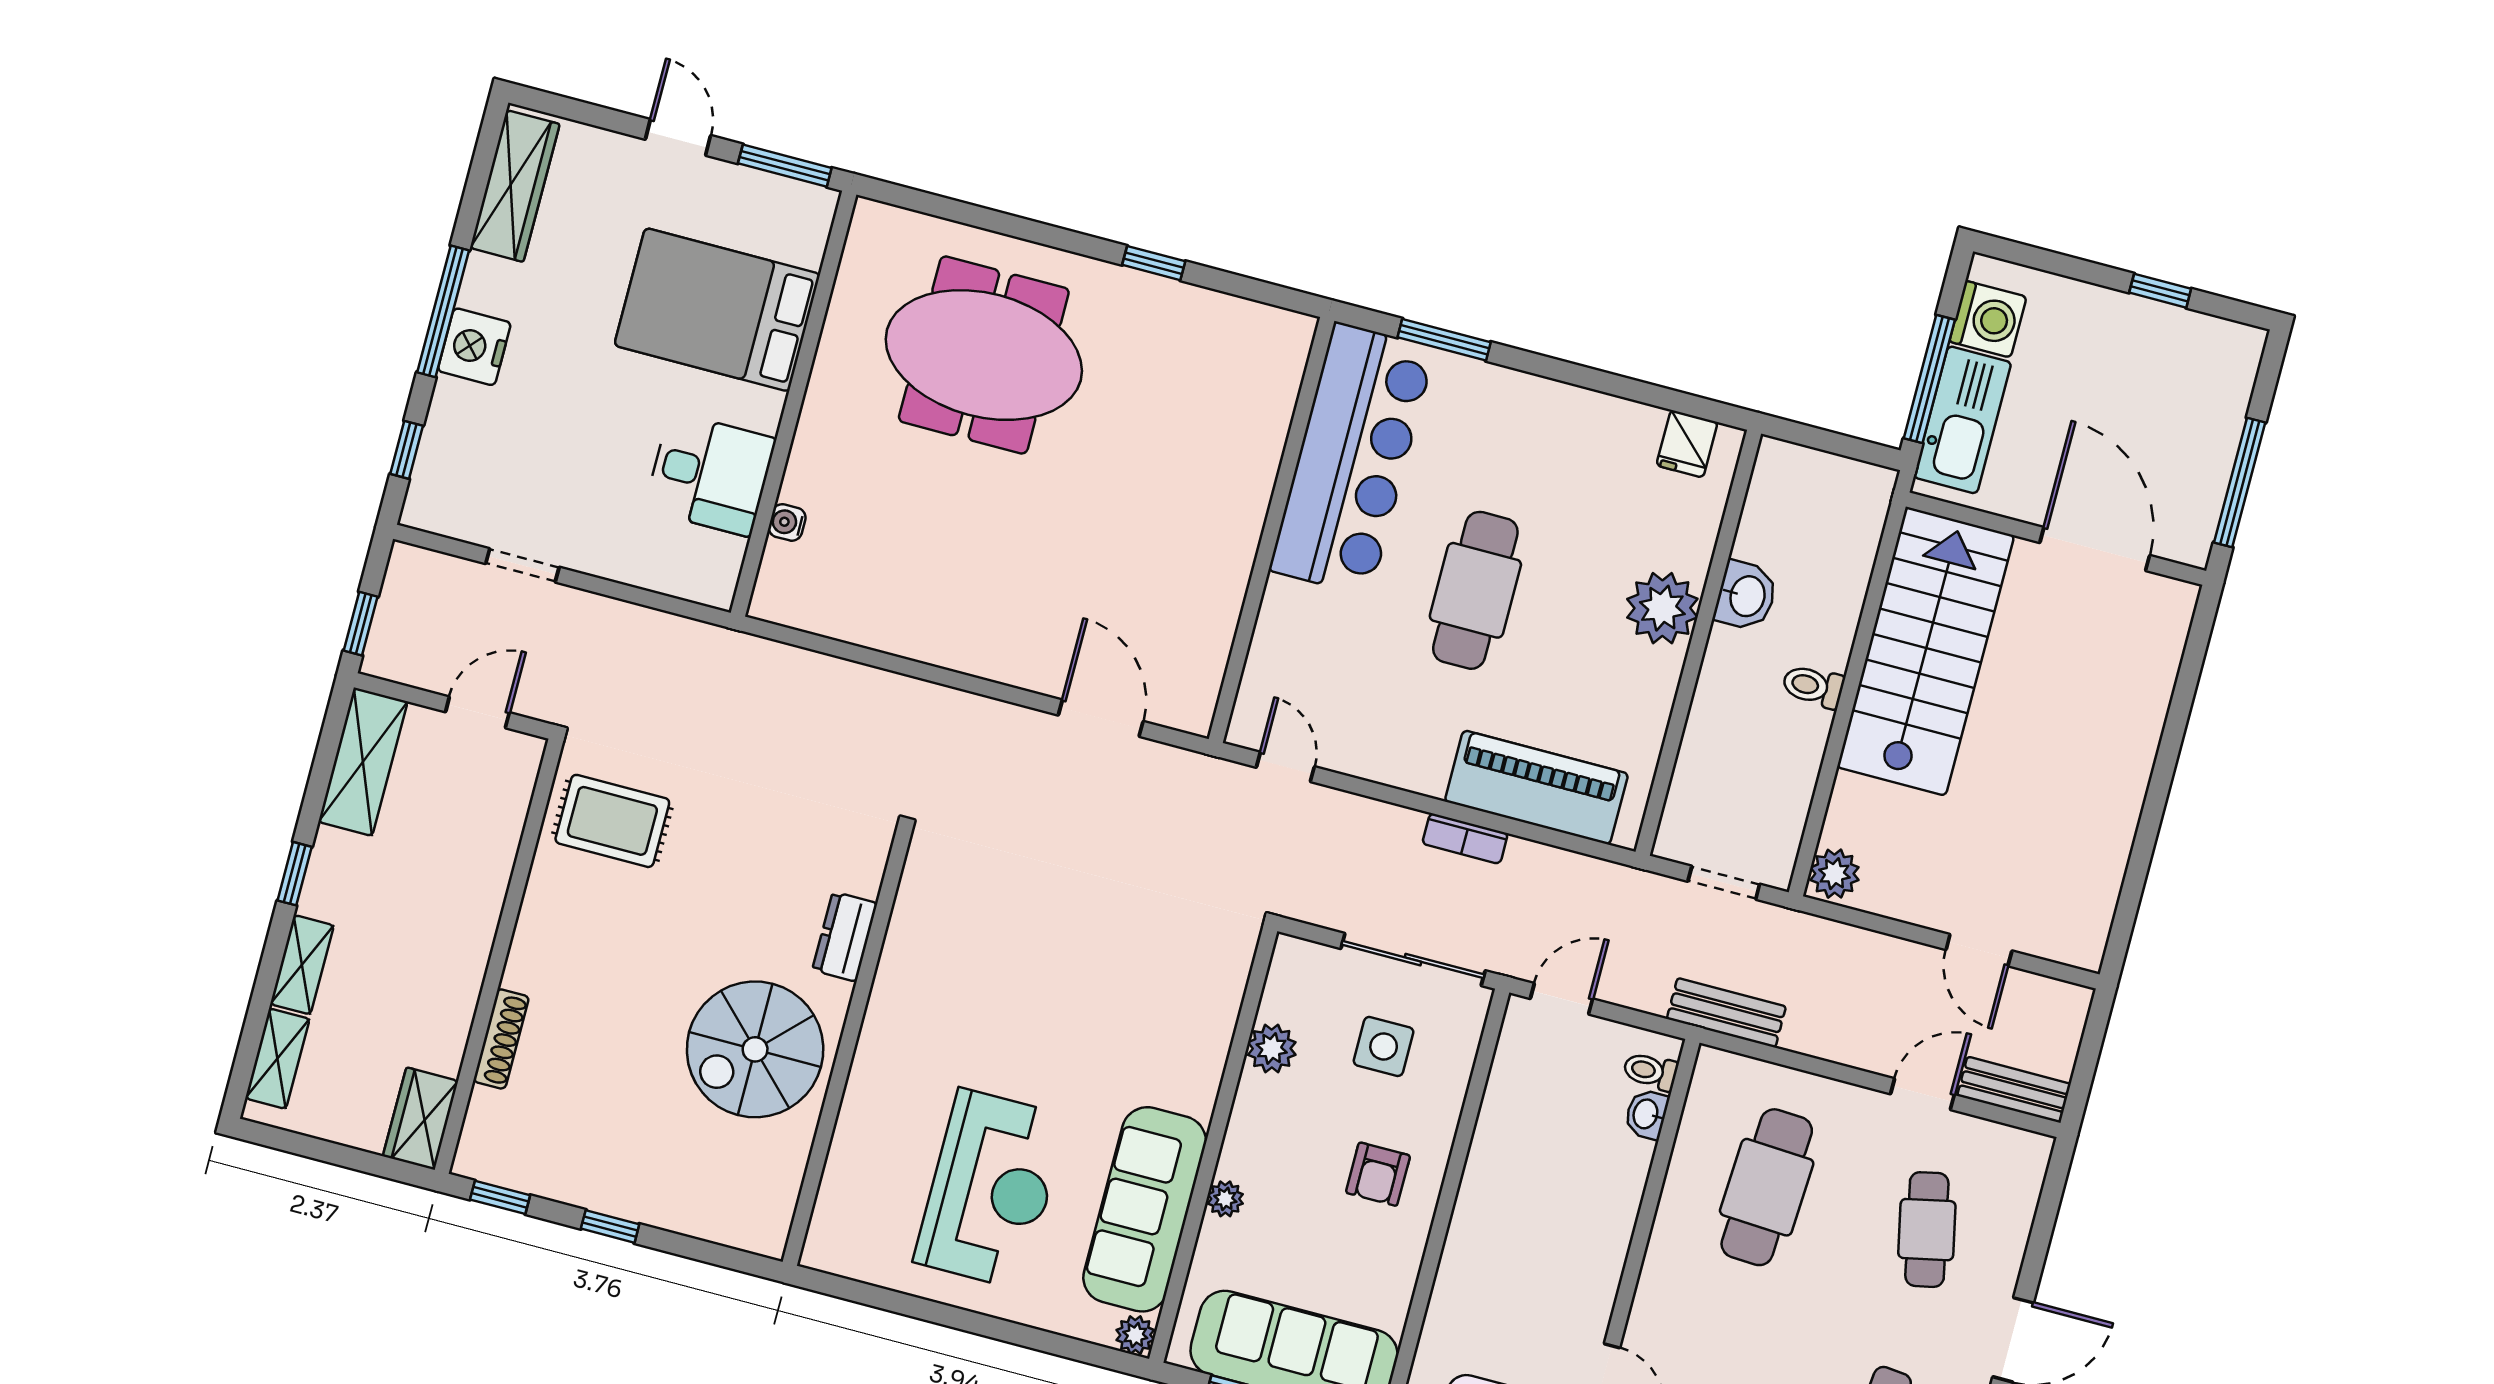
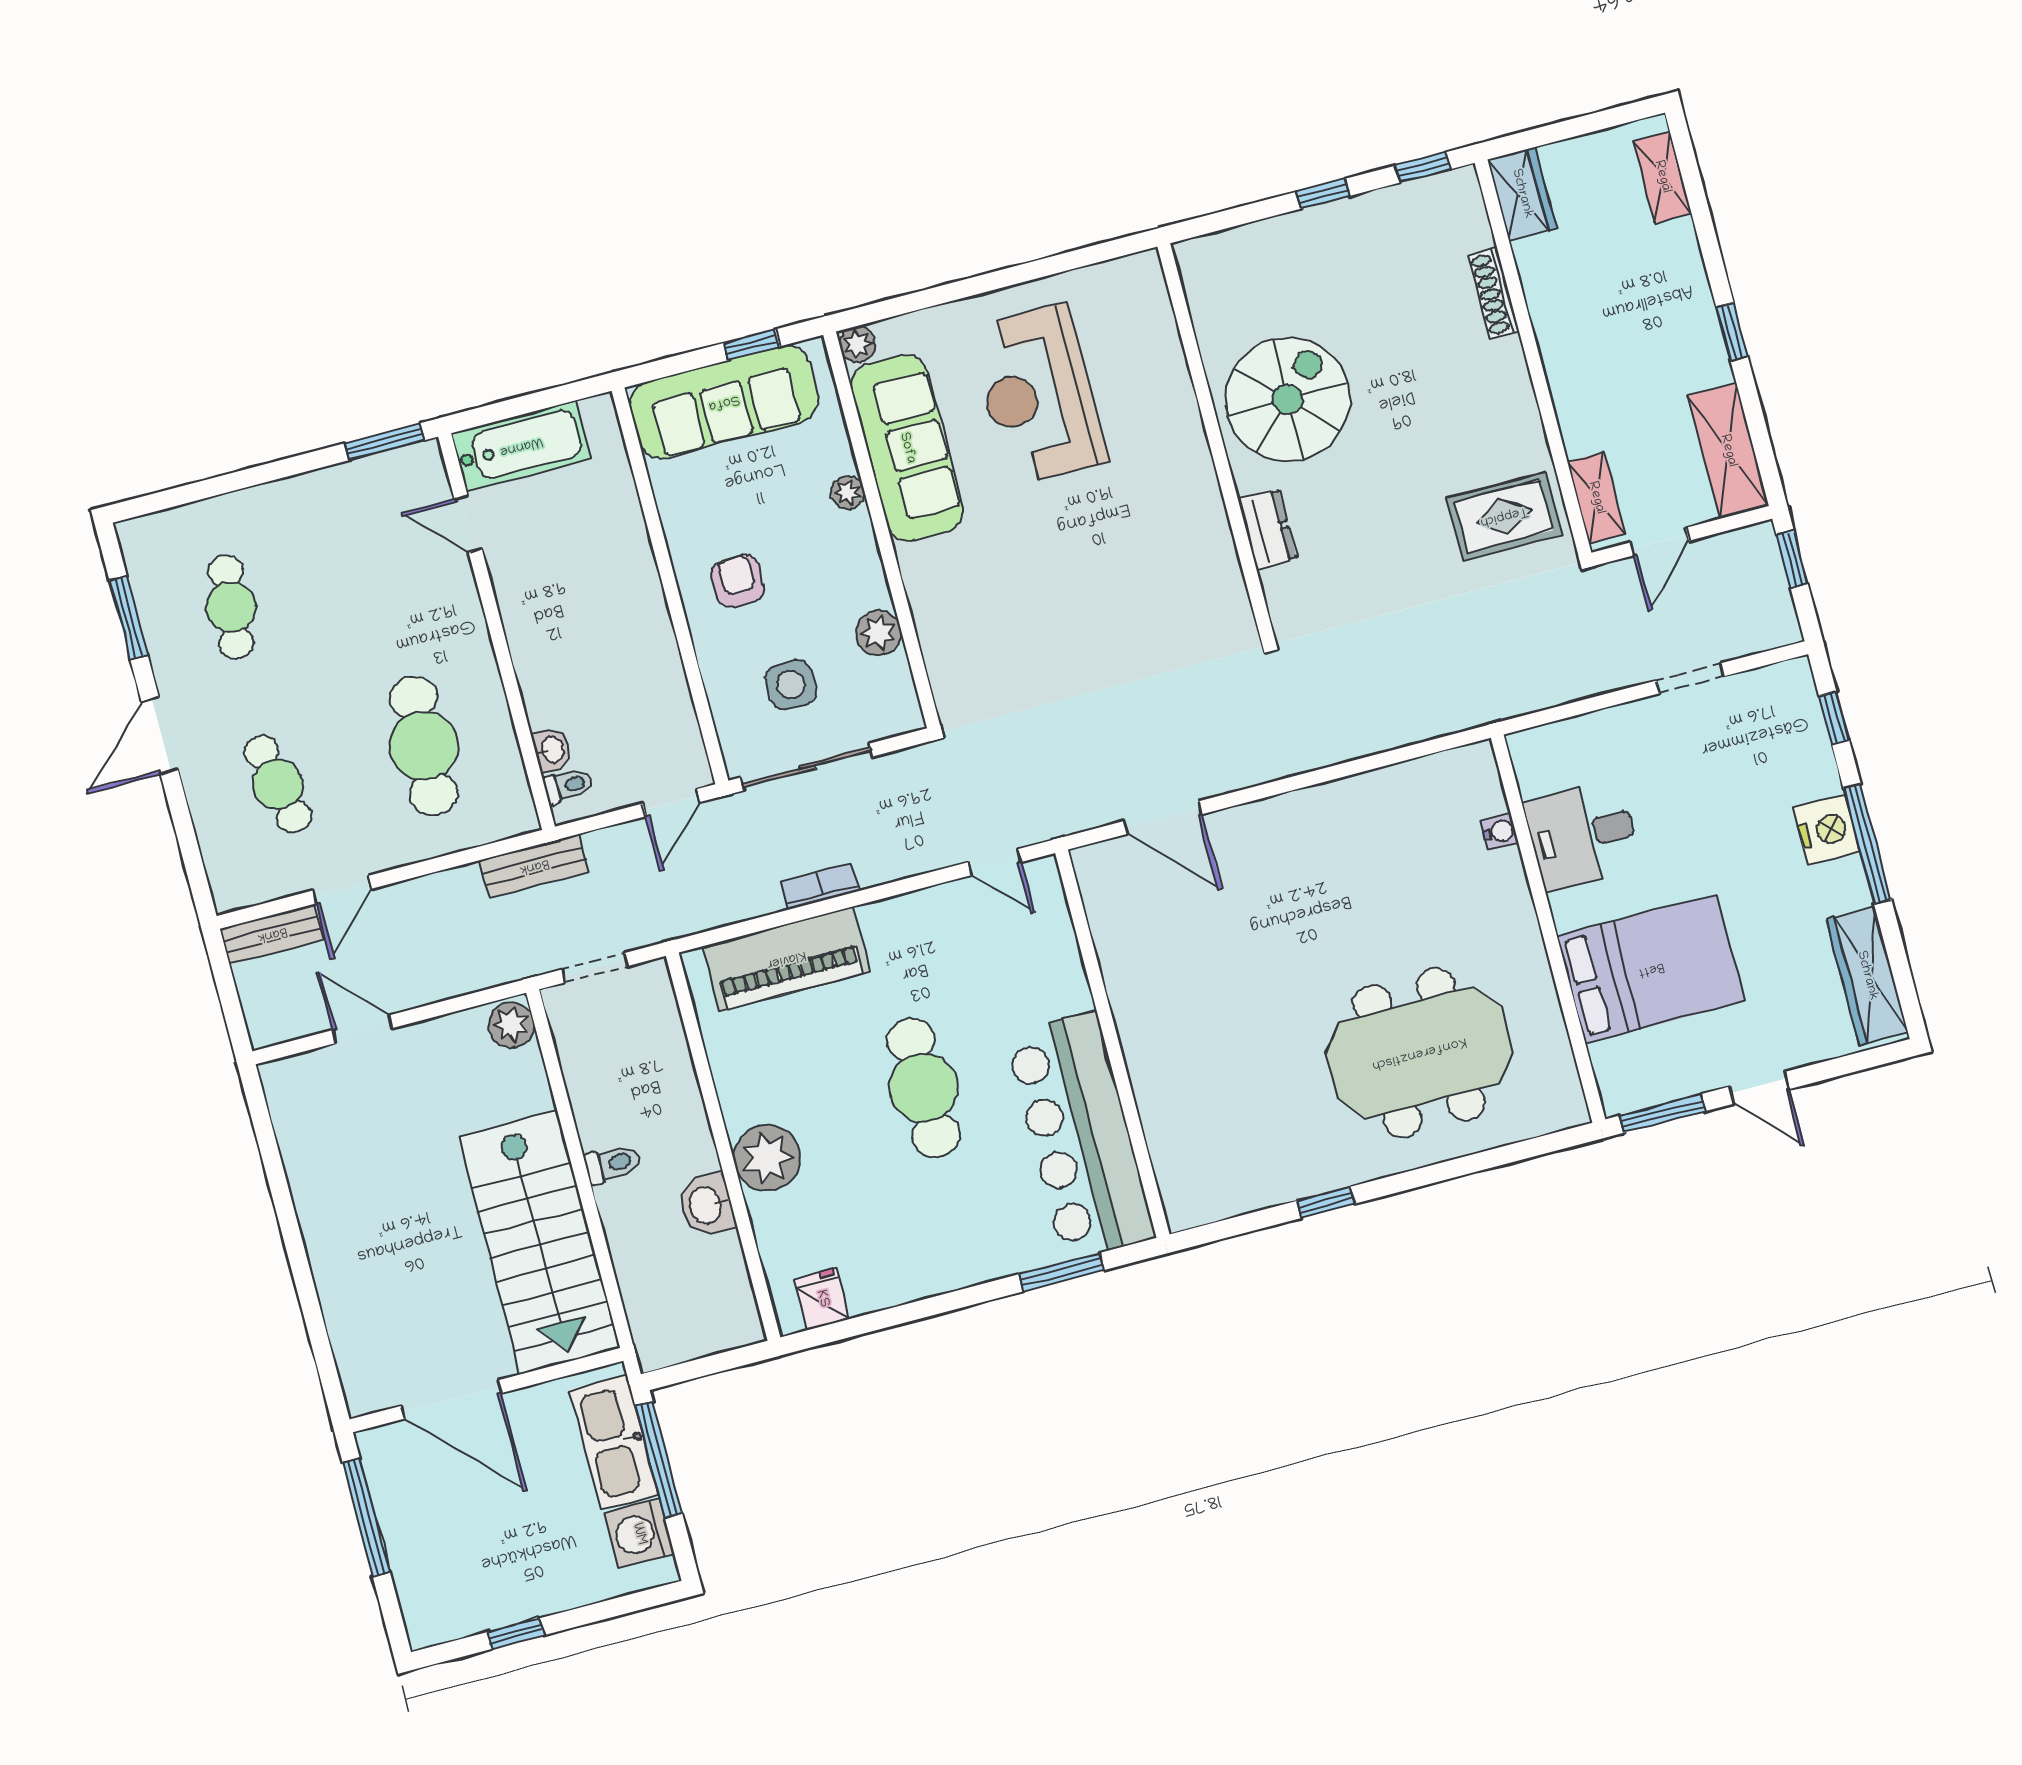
shelving: (302, 965) -> (1596, 498), moved

